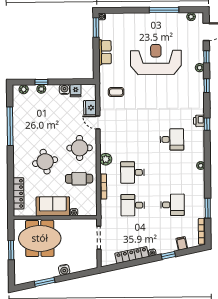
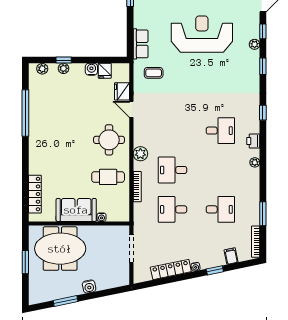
row of seats: (105, 52) -> (141, 44), moved
printer: (199, 121) -> (253, 141), moved
round table: (45, 162) -> (67, 156), removed

